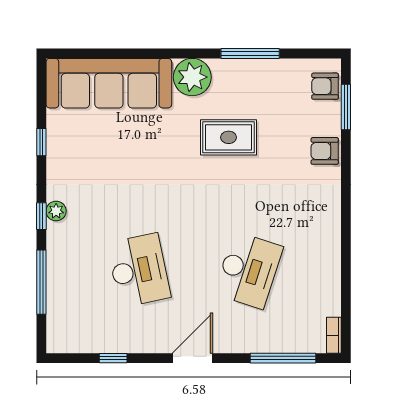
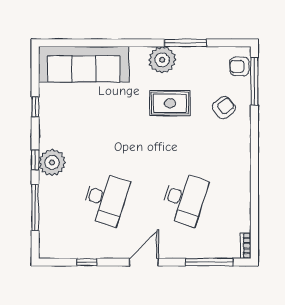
plant: (192, 77) -> (162, 60), moved
window: (346, 107) -> (254, 81), width x1.44
armchair: (325, 151) -> (224, 107), moved, turned 142
plant: (56, 211) -> (52, 162), width x1.87, depth x1.87
desk: (139, 270) -> (105, 199), turned 30

